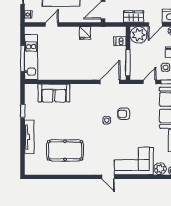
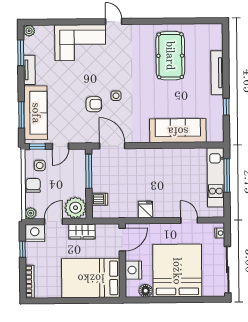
door: (52, 24) -> (189, 220), swing flipped
door: (110, 82) -> (112, 146), swing flipped
sofa: (54, 93) -> (178, 131), width x1.36
pool table: (65, 150) -> (170, 56), turned 90
plant: (160, 169) -> (46, 33), removed

